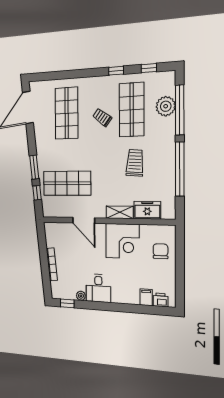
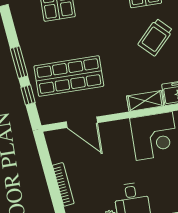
trolley: (135, 163) -> (155, 37), turned -140
door: (84, 220) -> (82, 122), moved

